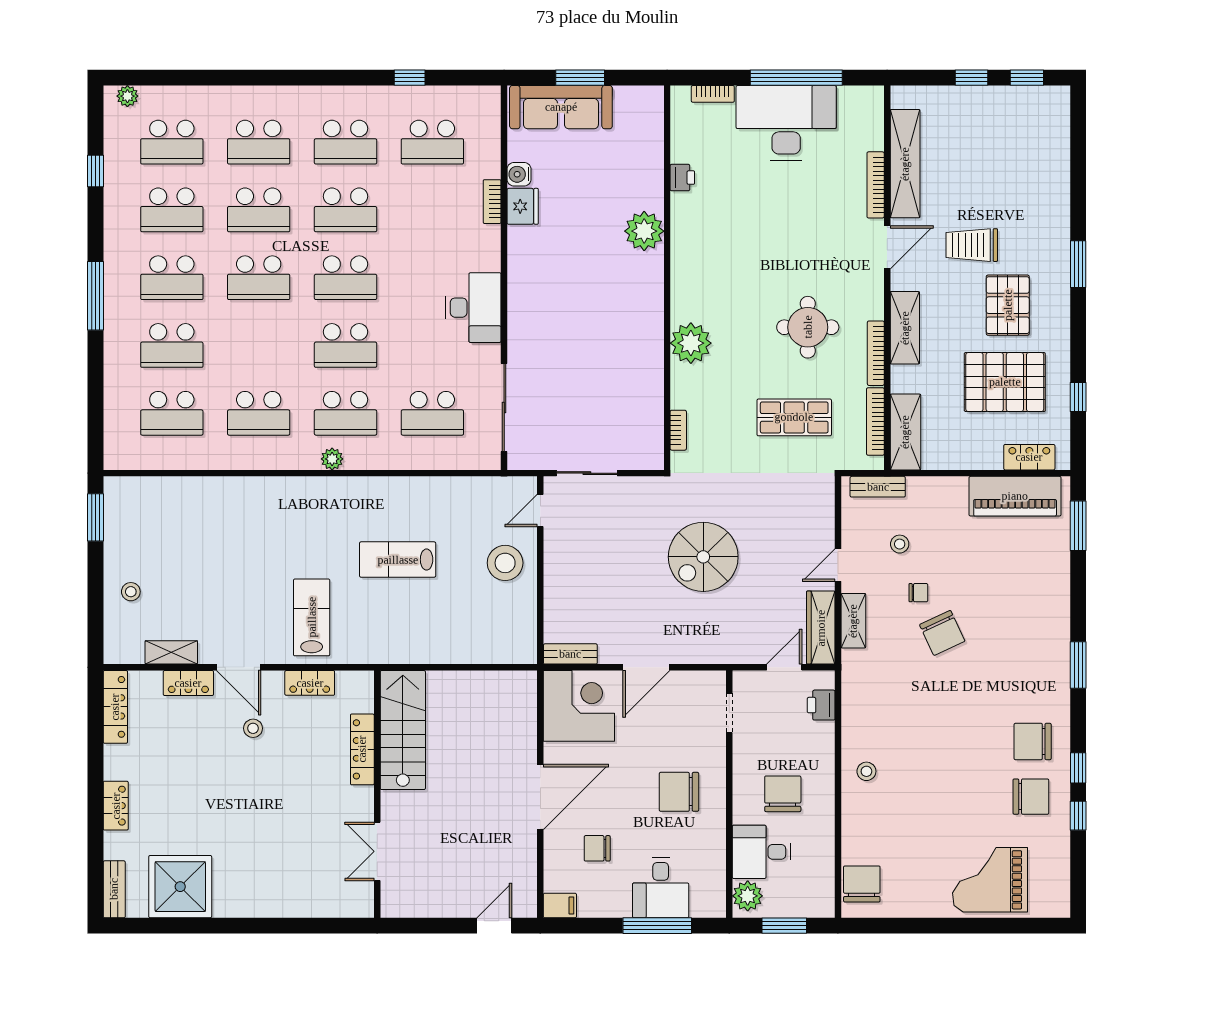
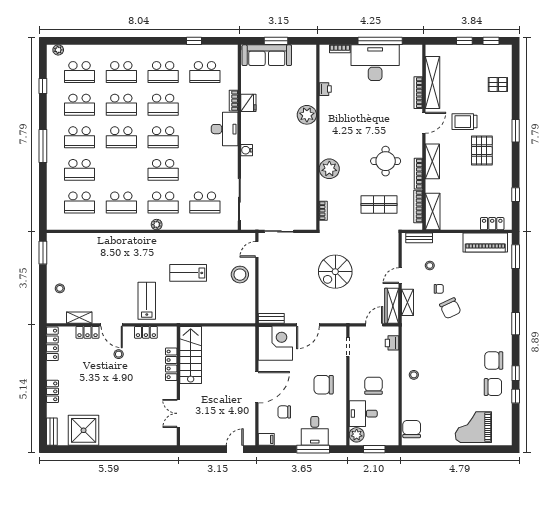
water cooler: (519, 174) -> (247, 150), moved
desk: (473, 308) -> (225, 129), moved
pallet: (1005, 382) -> (498, 84), moved, width x0.49, depth x0.50

